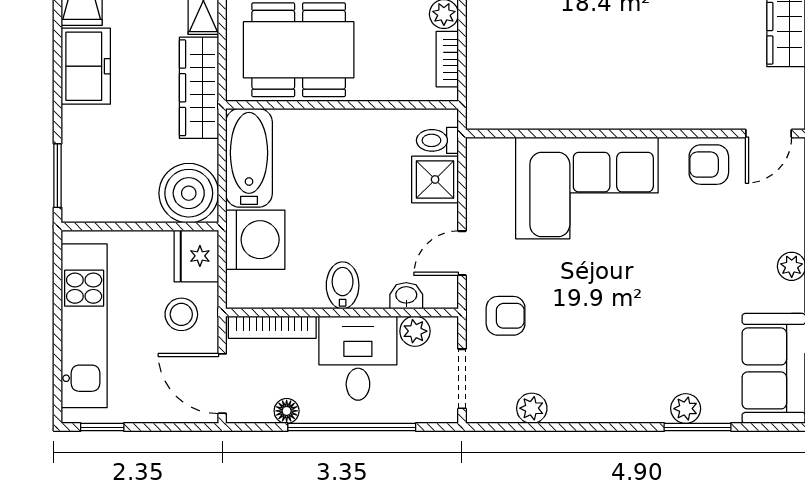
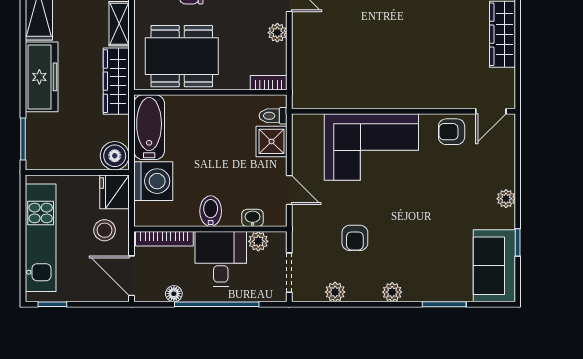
bookcase: (447, 59) -> (269, 83), moved, turned 90
freezer: (86, 66) -> (42, 77), width x1.40
boiler: (189, 193) -> (115, 156), width x0.73, depth x0.73
door: (462, 253) -> (289, 190), swing flipped
armchair: (506, 316) -> (355, 238), moved, turned 90
plant: (686, 409) -> (392, 292), moved

